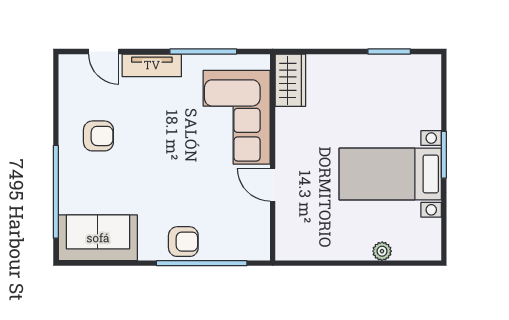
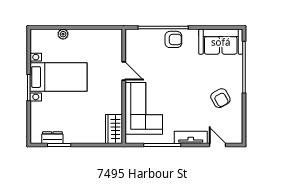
dresser: (401, 65) -> (52, 138), added
armchair: (98, 136) -> (220, 98), turned -119
armchair: (183, 242) -> (173, 39), turned 180

